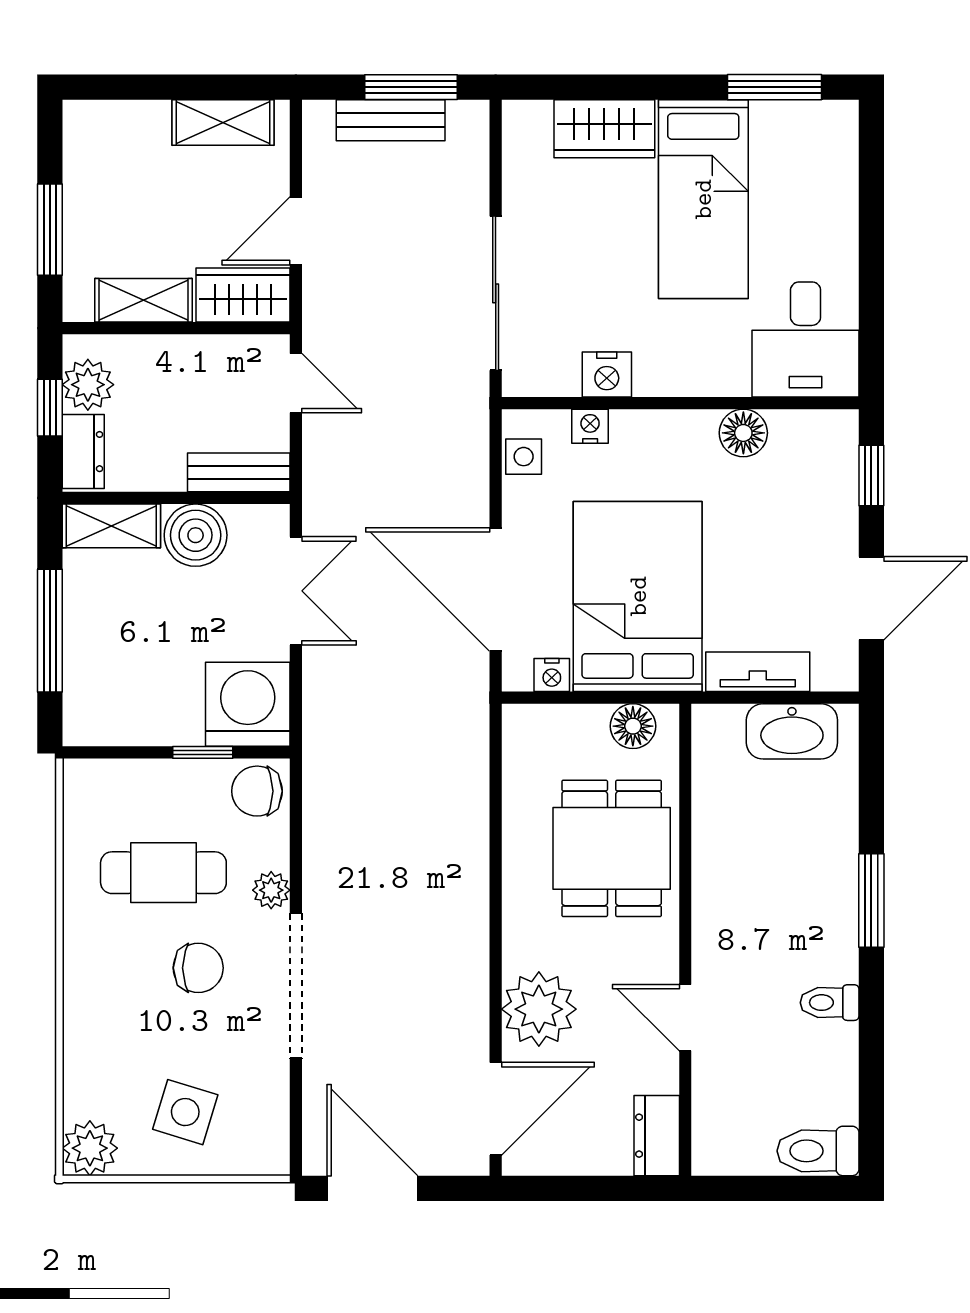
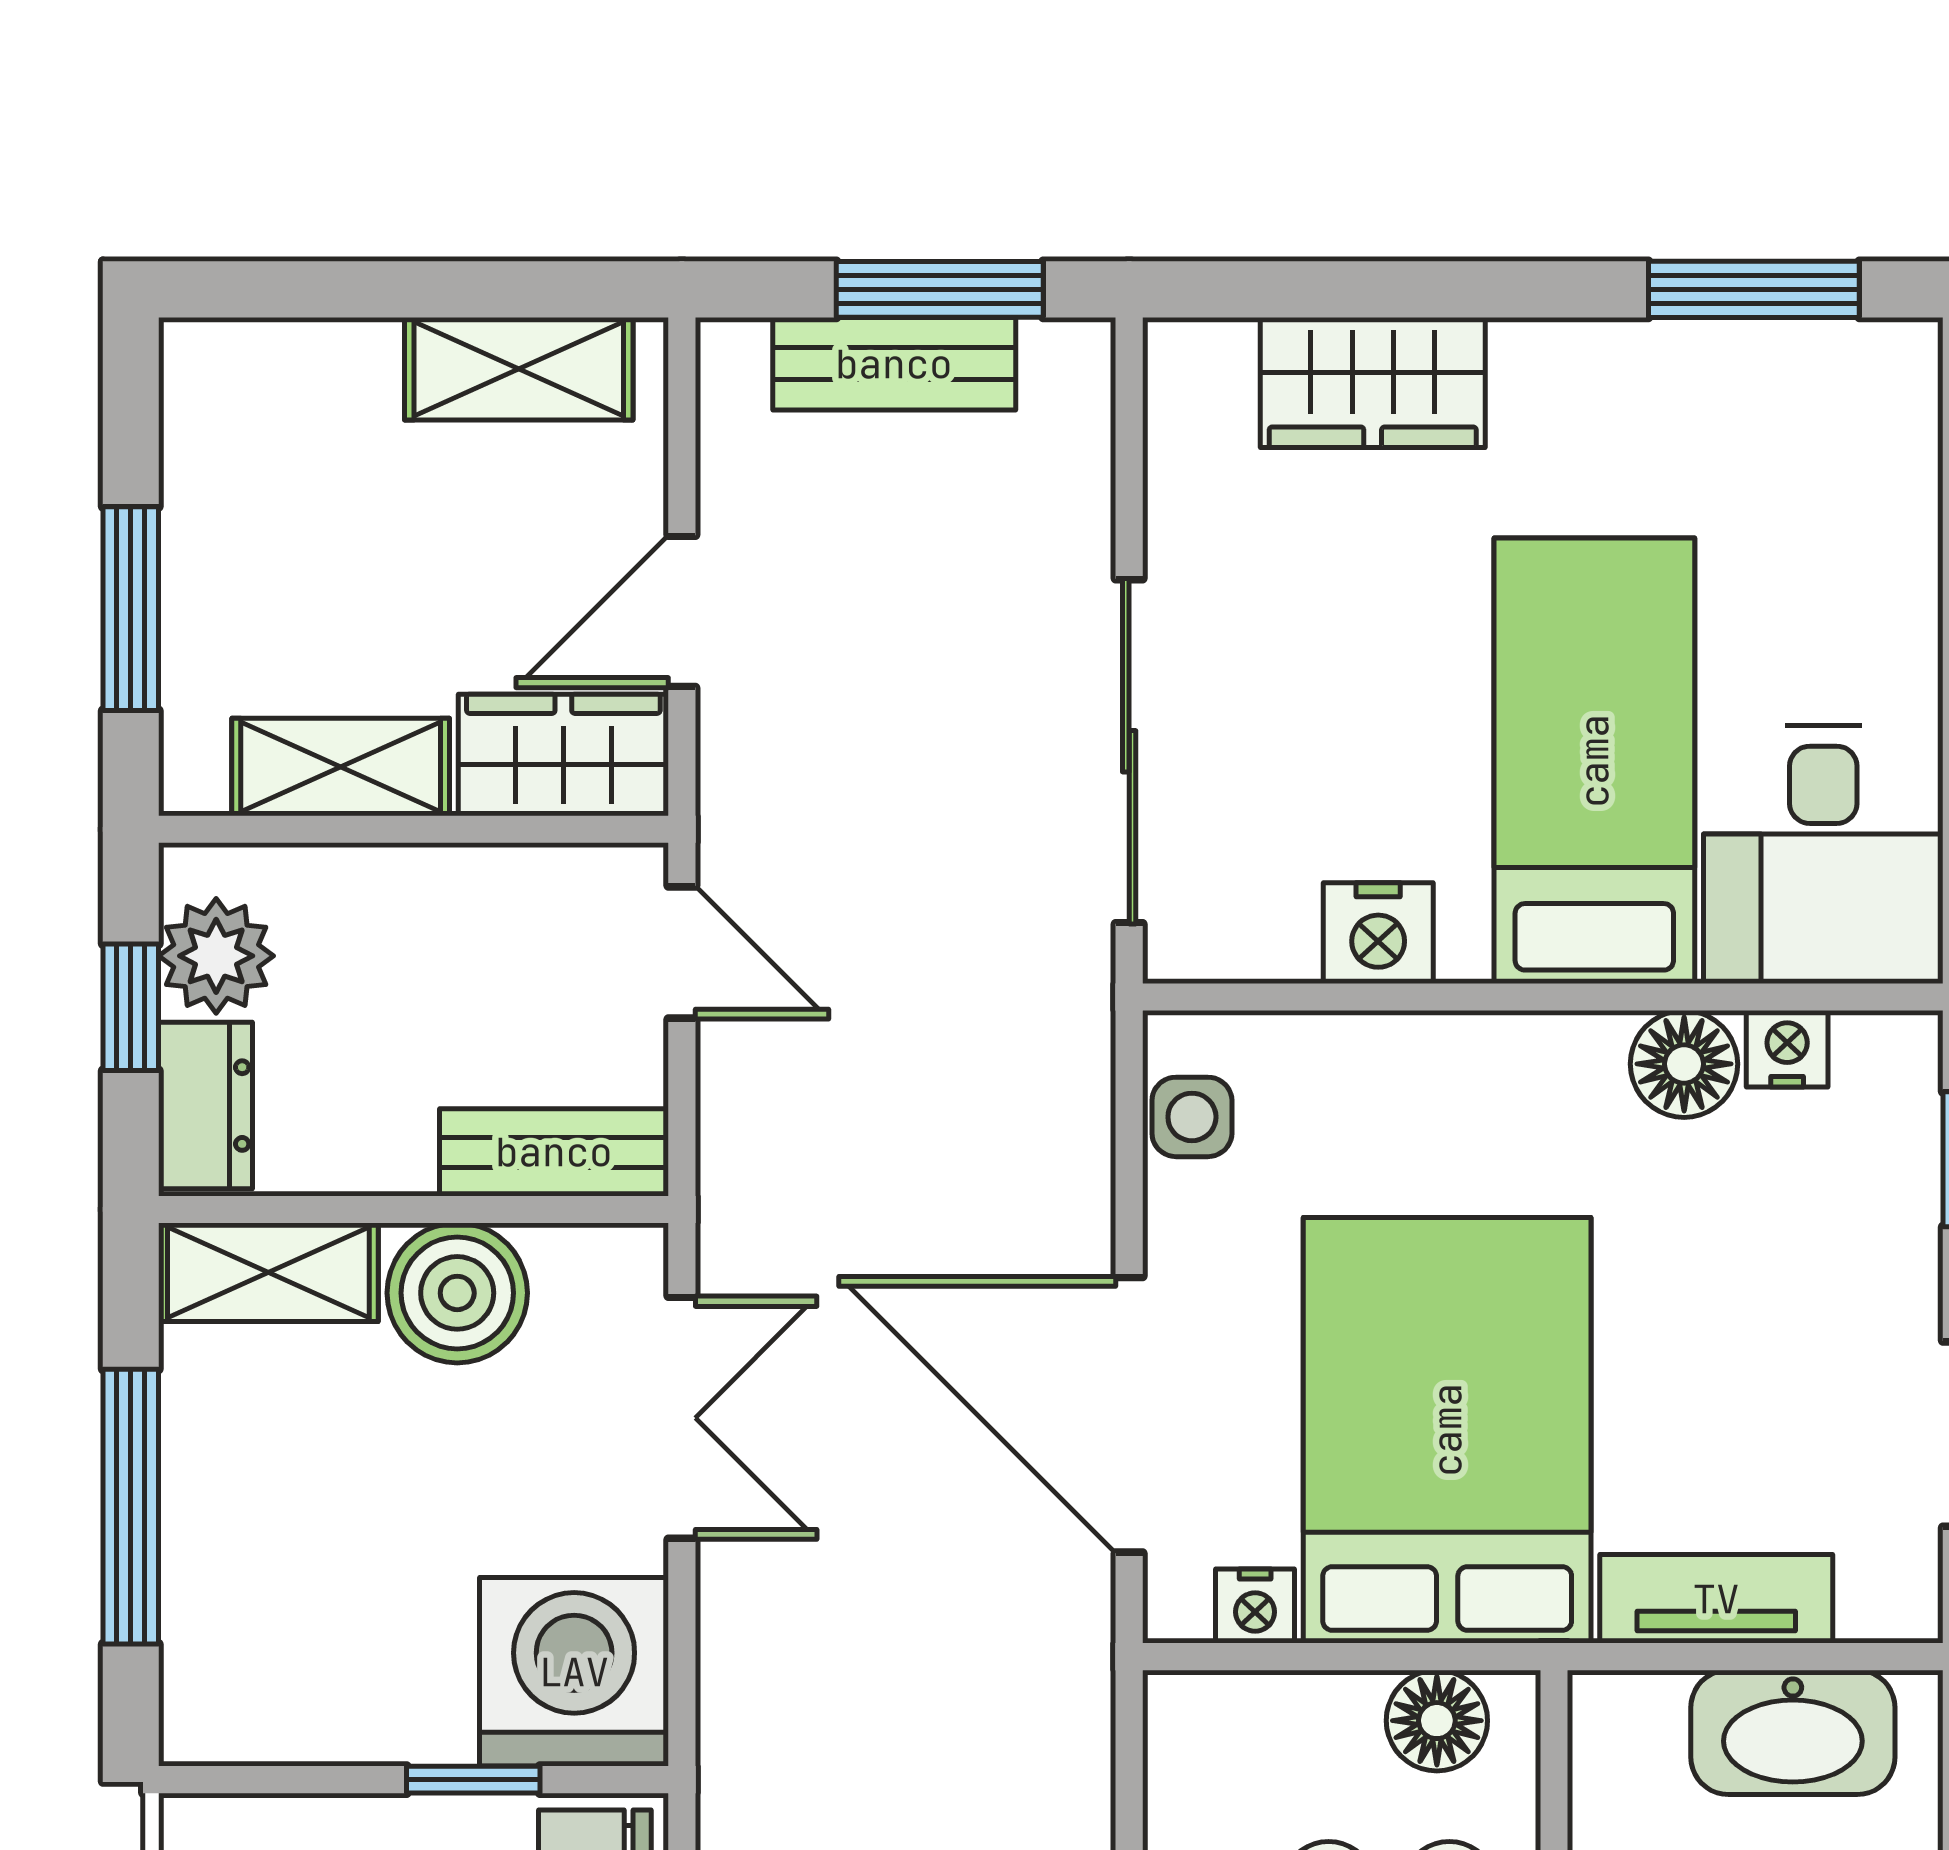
bed: (703, 199) -> (1594, 761), moved, turned 180
nightstand: (590, 426) -> (1787, 1049), moved

